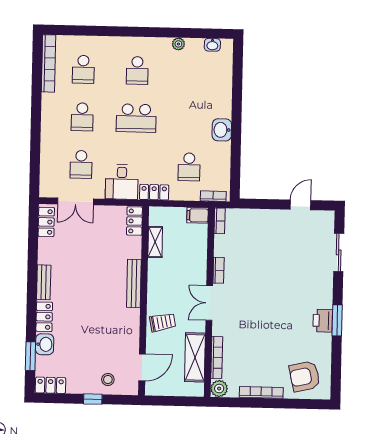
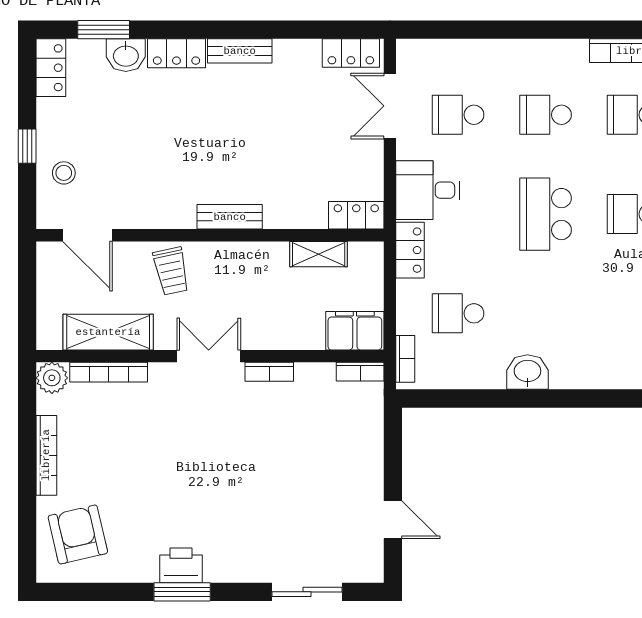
filing cabinet: (197, 215) -> (355, 331), width x2.00
bench: (134, 283) -> (230, 217), width x0.73

